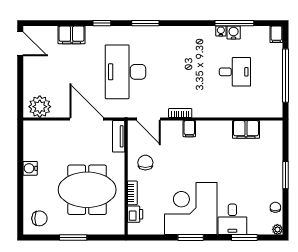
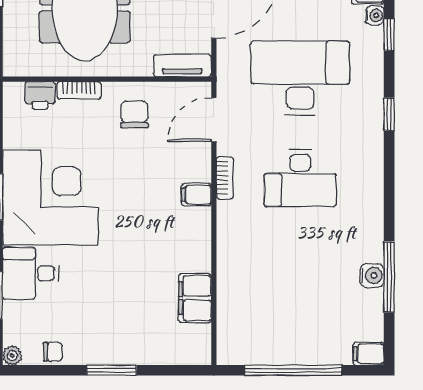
window: (145, 23) -> (389, 114), width x0.67
water cooler: (221, 31) -> (375, 15), moved
desk: (235, 72) -> (300, 178), moved, width x1.37
chair: (145, 163) -> (134, 114), turned -90

